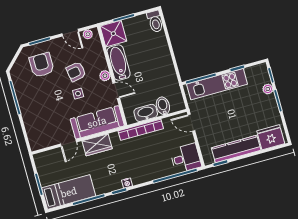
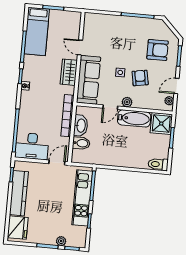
desk: (186, 158) -> (32, 146), width x1.37

